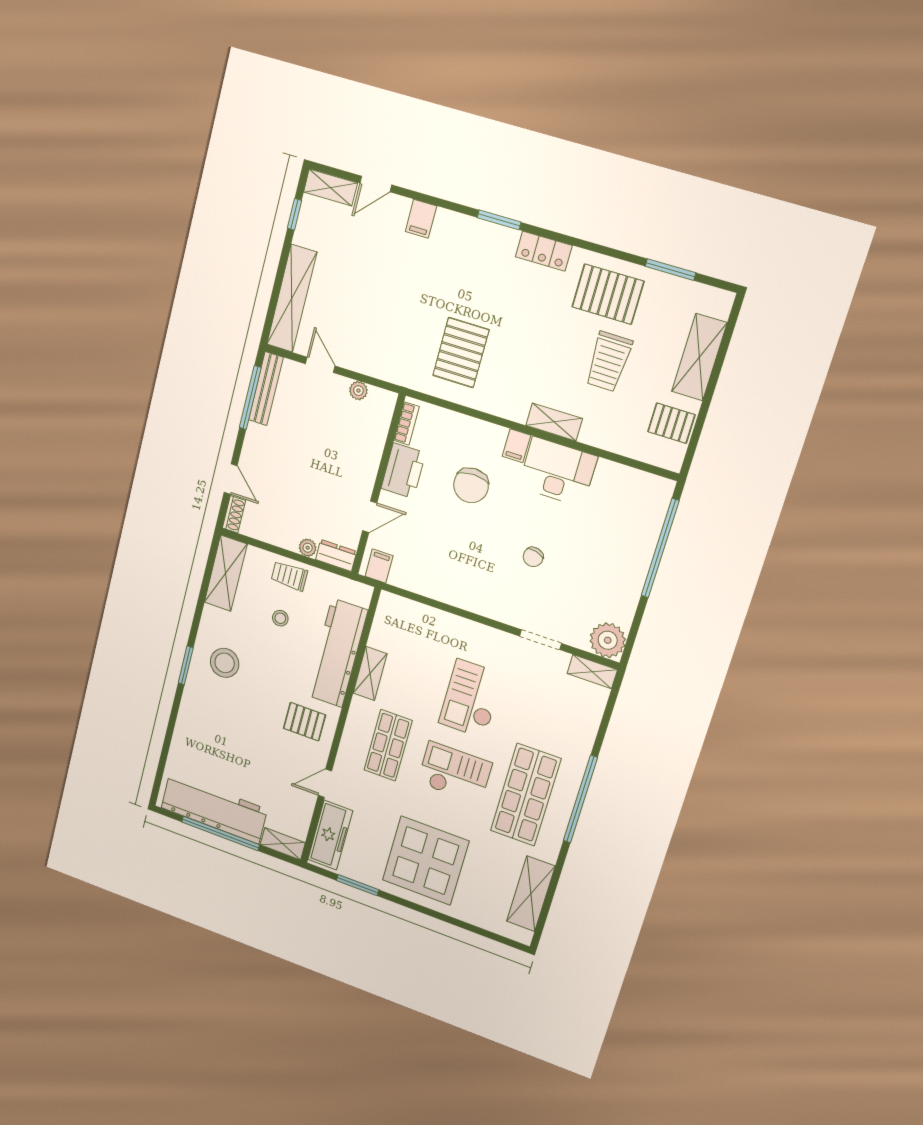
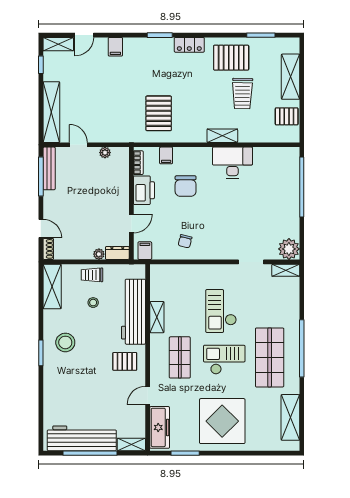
filing cabinet: (516, 446) -> (166, 155), moved
chair: (533, 557) -> (185, 241), moved

